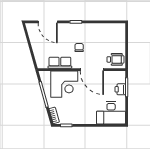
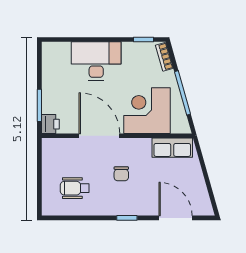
wheelchair: (115, 59) -> (75, 188), moved
row of seats: (60, 63) -> (172, 148), moved
printer: (120, 89) -> (50, 124), moved
desk: (111, 113) -> (96, 61), moved

